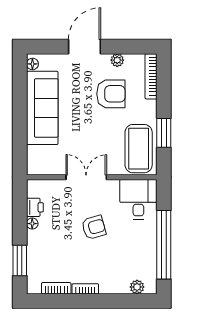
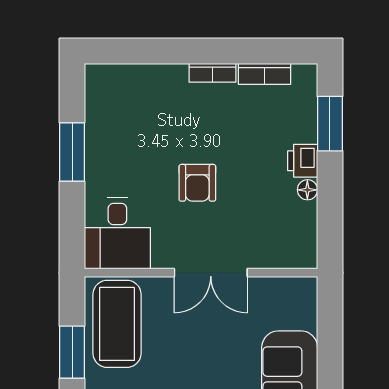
printer: (35, 207) -> (303, 161), moved
armchair: (94, 227) -> (197, 183), turned -74
window: (164, 245) -> (72, 152), width x0.47
plant: (137, 287) -> (120, 76), removed

